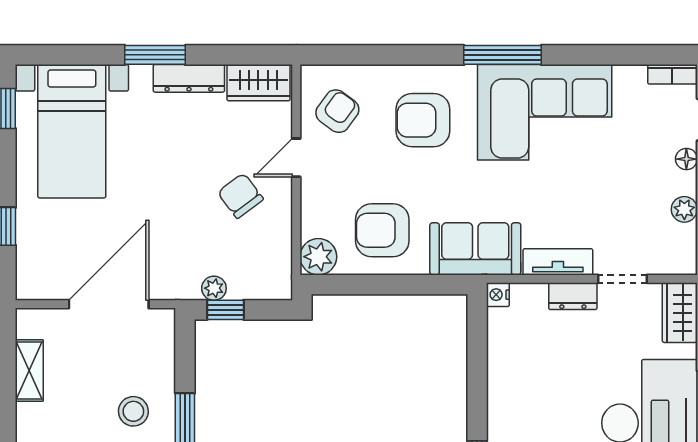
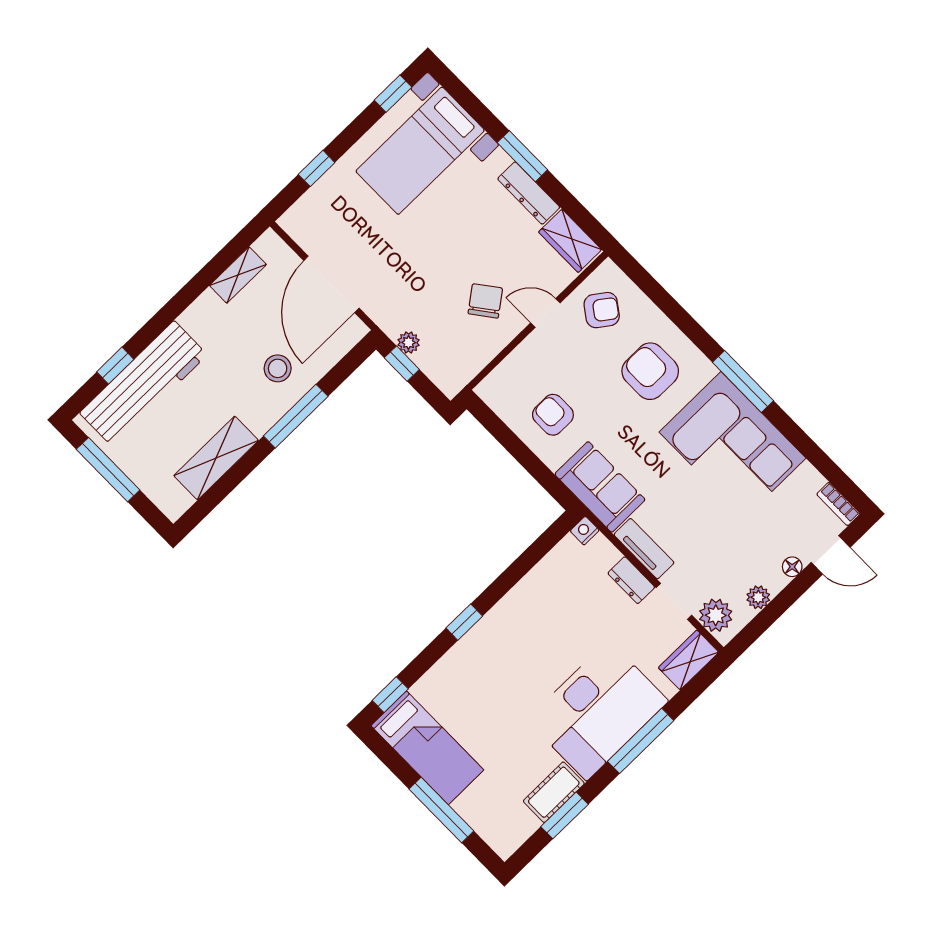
armchair: (382, 230) -> (553, 415), width x0.72, depth x0.72
plant: (318, 257) -> (716, 615), moved
door: (109, 304) -> (331, 284), swing flipped

